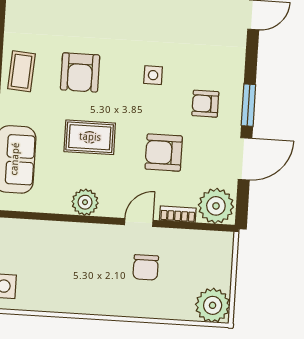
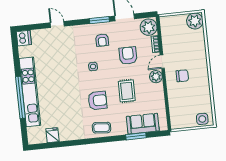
armchair: (164, 153) -> (128, 56), turned 180
plant: (85, 202) -> (156, 77), moved
door: (139, 222) -> (162, 62), hinge flipped
chair: (146, 267) -> (182, 76), moved

